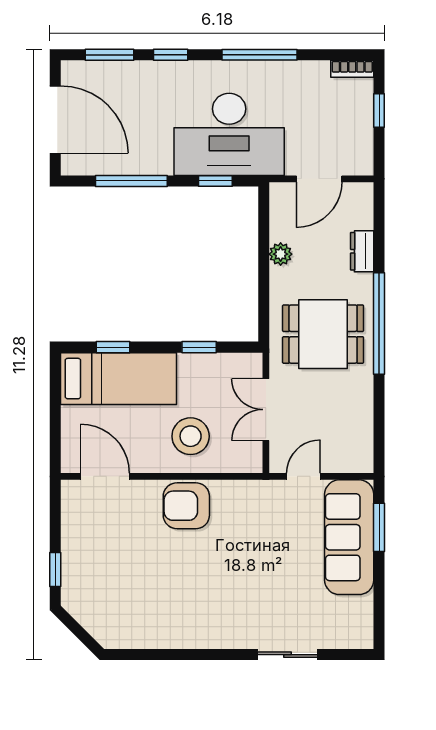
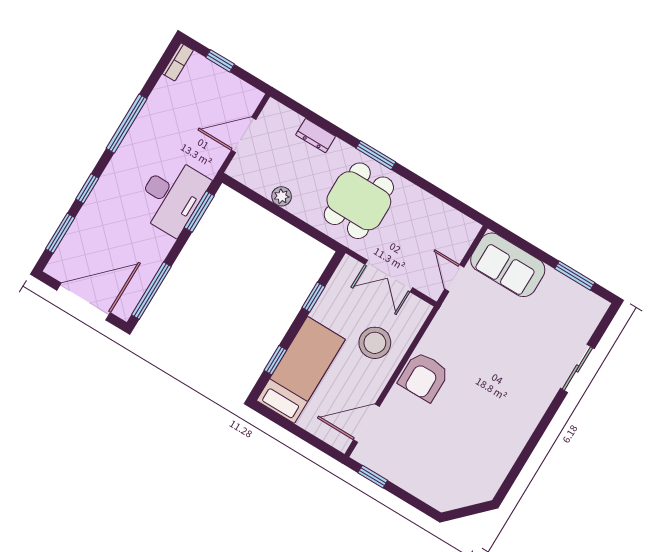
desk: (229, 134) -> (172, 196), width x0.73, depth x0.77
door: (319, 179) -> (244, 135), swing flipped
window: (131, 181) -> (151, 291), moved
window: (215, 181) -> (199, 212), width x1.50
window: (379, 323) -> (376, 155), width x0.47
window: (379, 527) -> (575, 276), moved
sofa: (349, 537) -> (508, 265), width x0.73
window: (55, 569) -> (373, 477), moved

